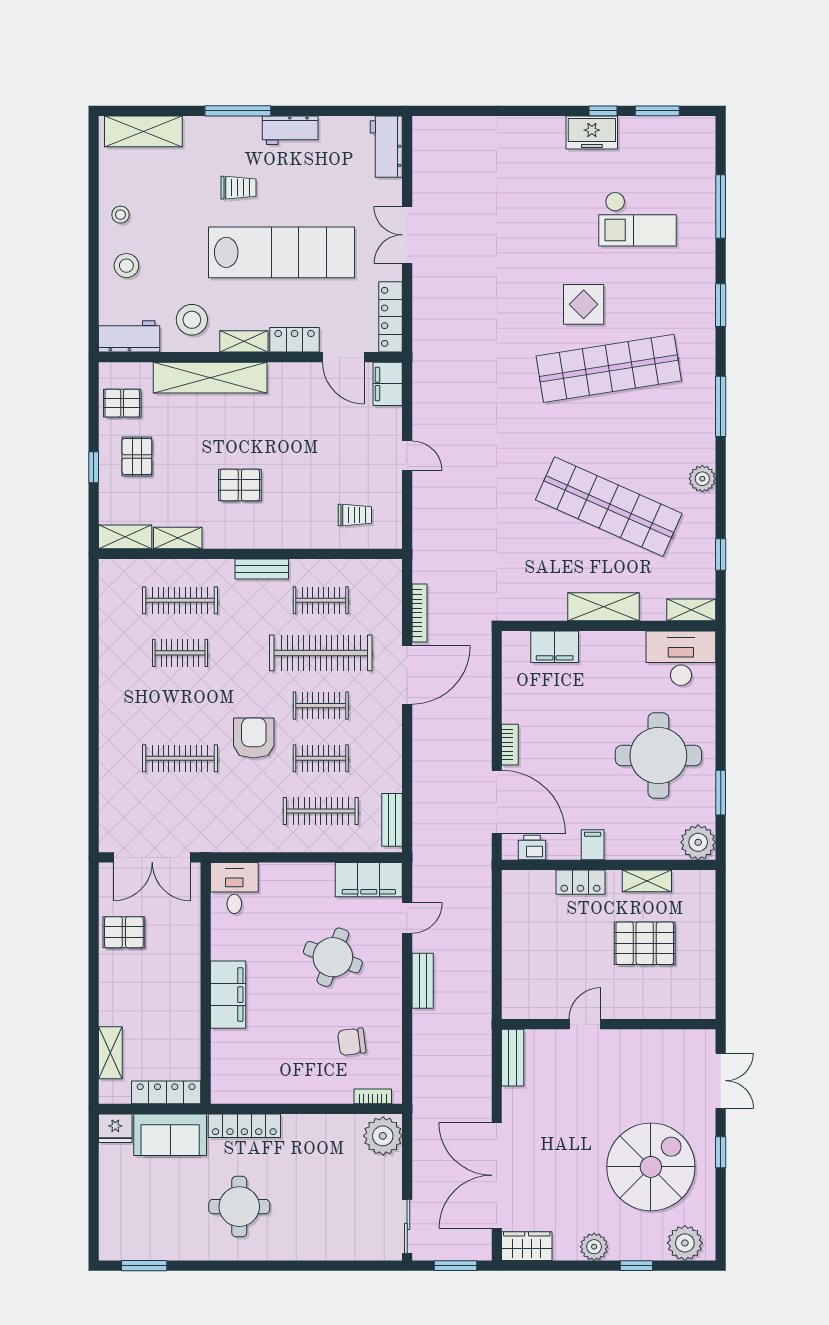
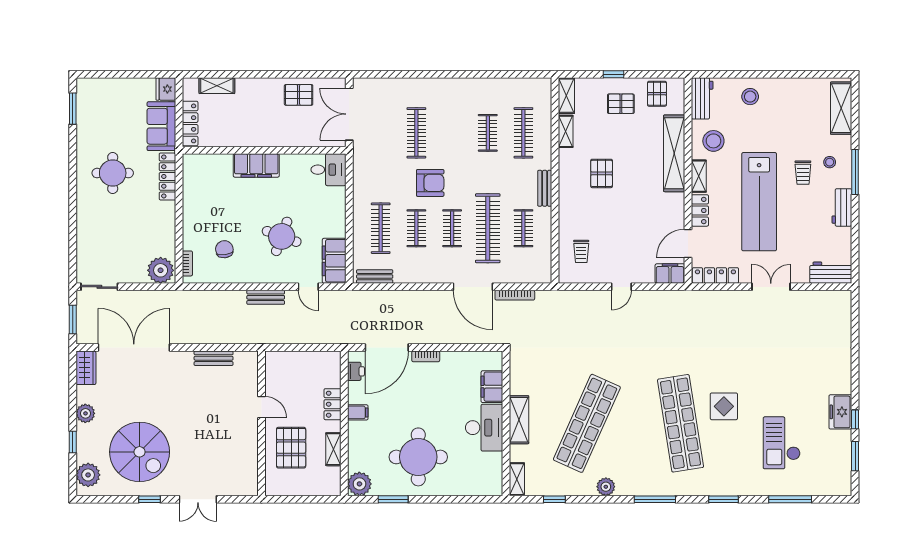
stool: (120, 215) -> (830, 162), moved
desk: (681, 658) -> (484, 428), moved
pallet: (124, 932) -> (299, 95), turned 90
door: (585, 1024) -> (262, 407), moved
wall: (609, 1024) -> (262, 423), moved

